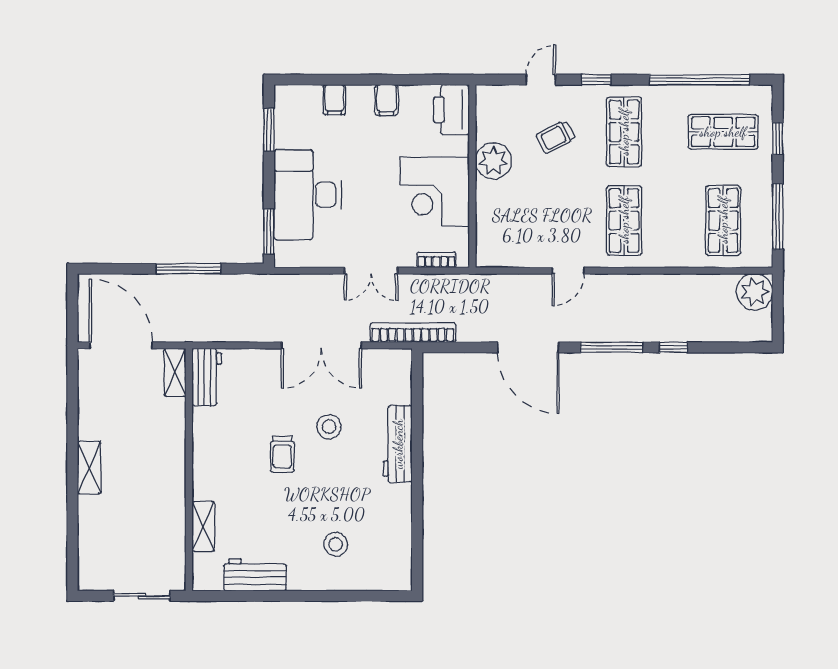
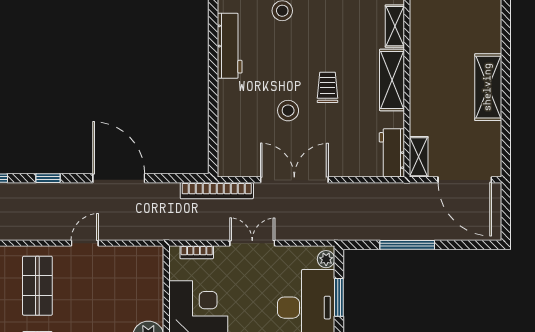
window: (269, 232) -> (339, 297), moved
plant: (284, 252) -> (326, 259), added
window: (612, 347) -> (48, 178), width x0.46
workbench: (398, 444) -> (230, 46), moved
shelving: (206, 463) -> (392, 80), added
shelving: (89, 468) -> (488, 87), width x1.50, depth x1.33

